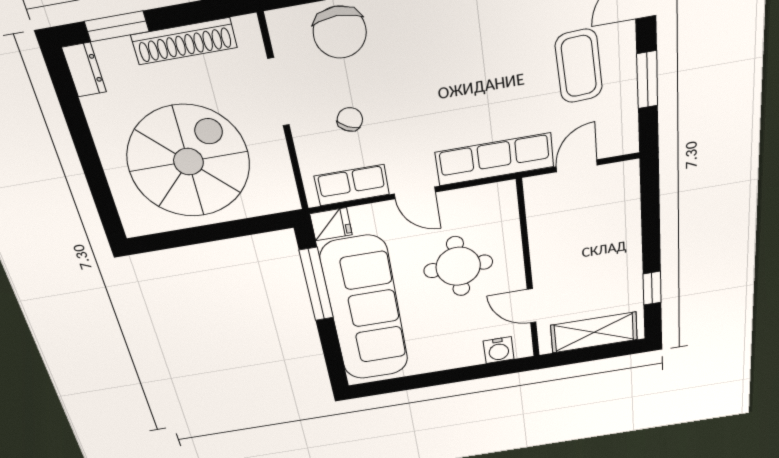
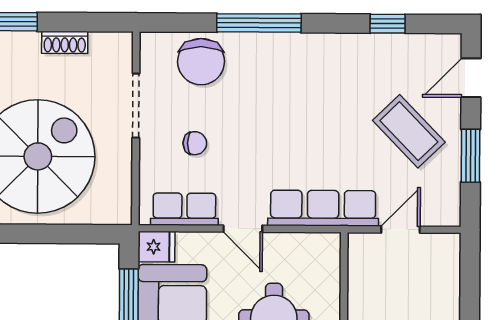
shoe rack: (184, 41) -> (65, 42), width x0.51, depth x0.81
coffee table: (579, 66) -> (409, 131), turned -41
chair: (350, 119) -> (195, 143), turned 63

